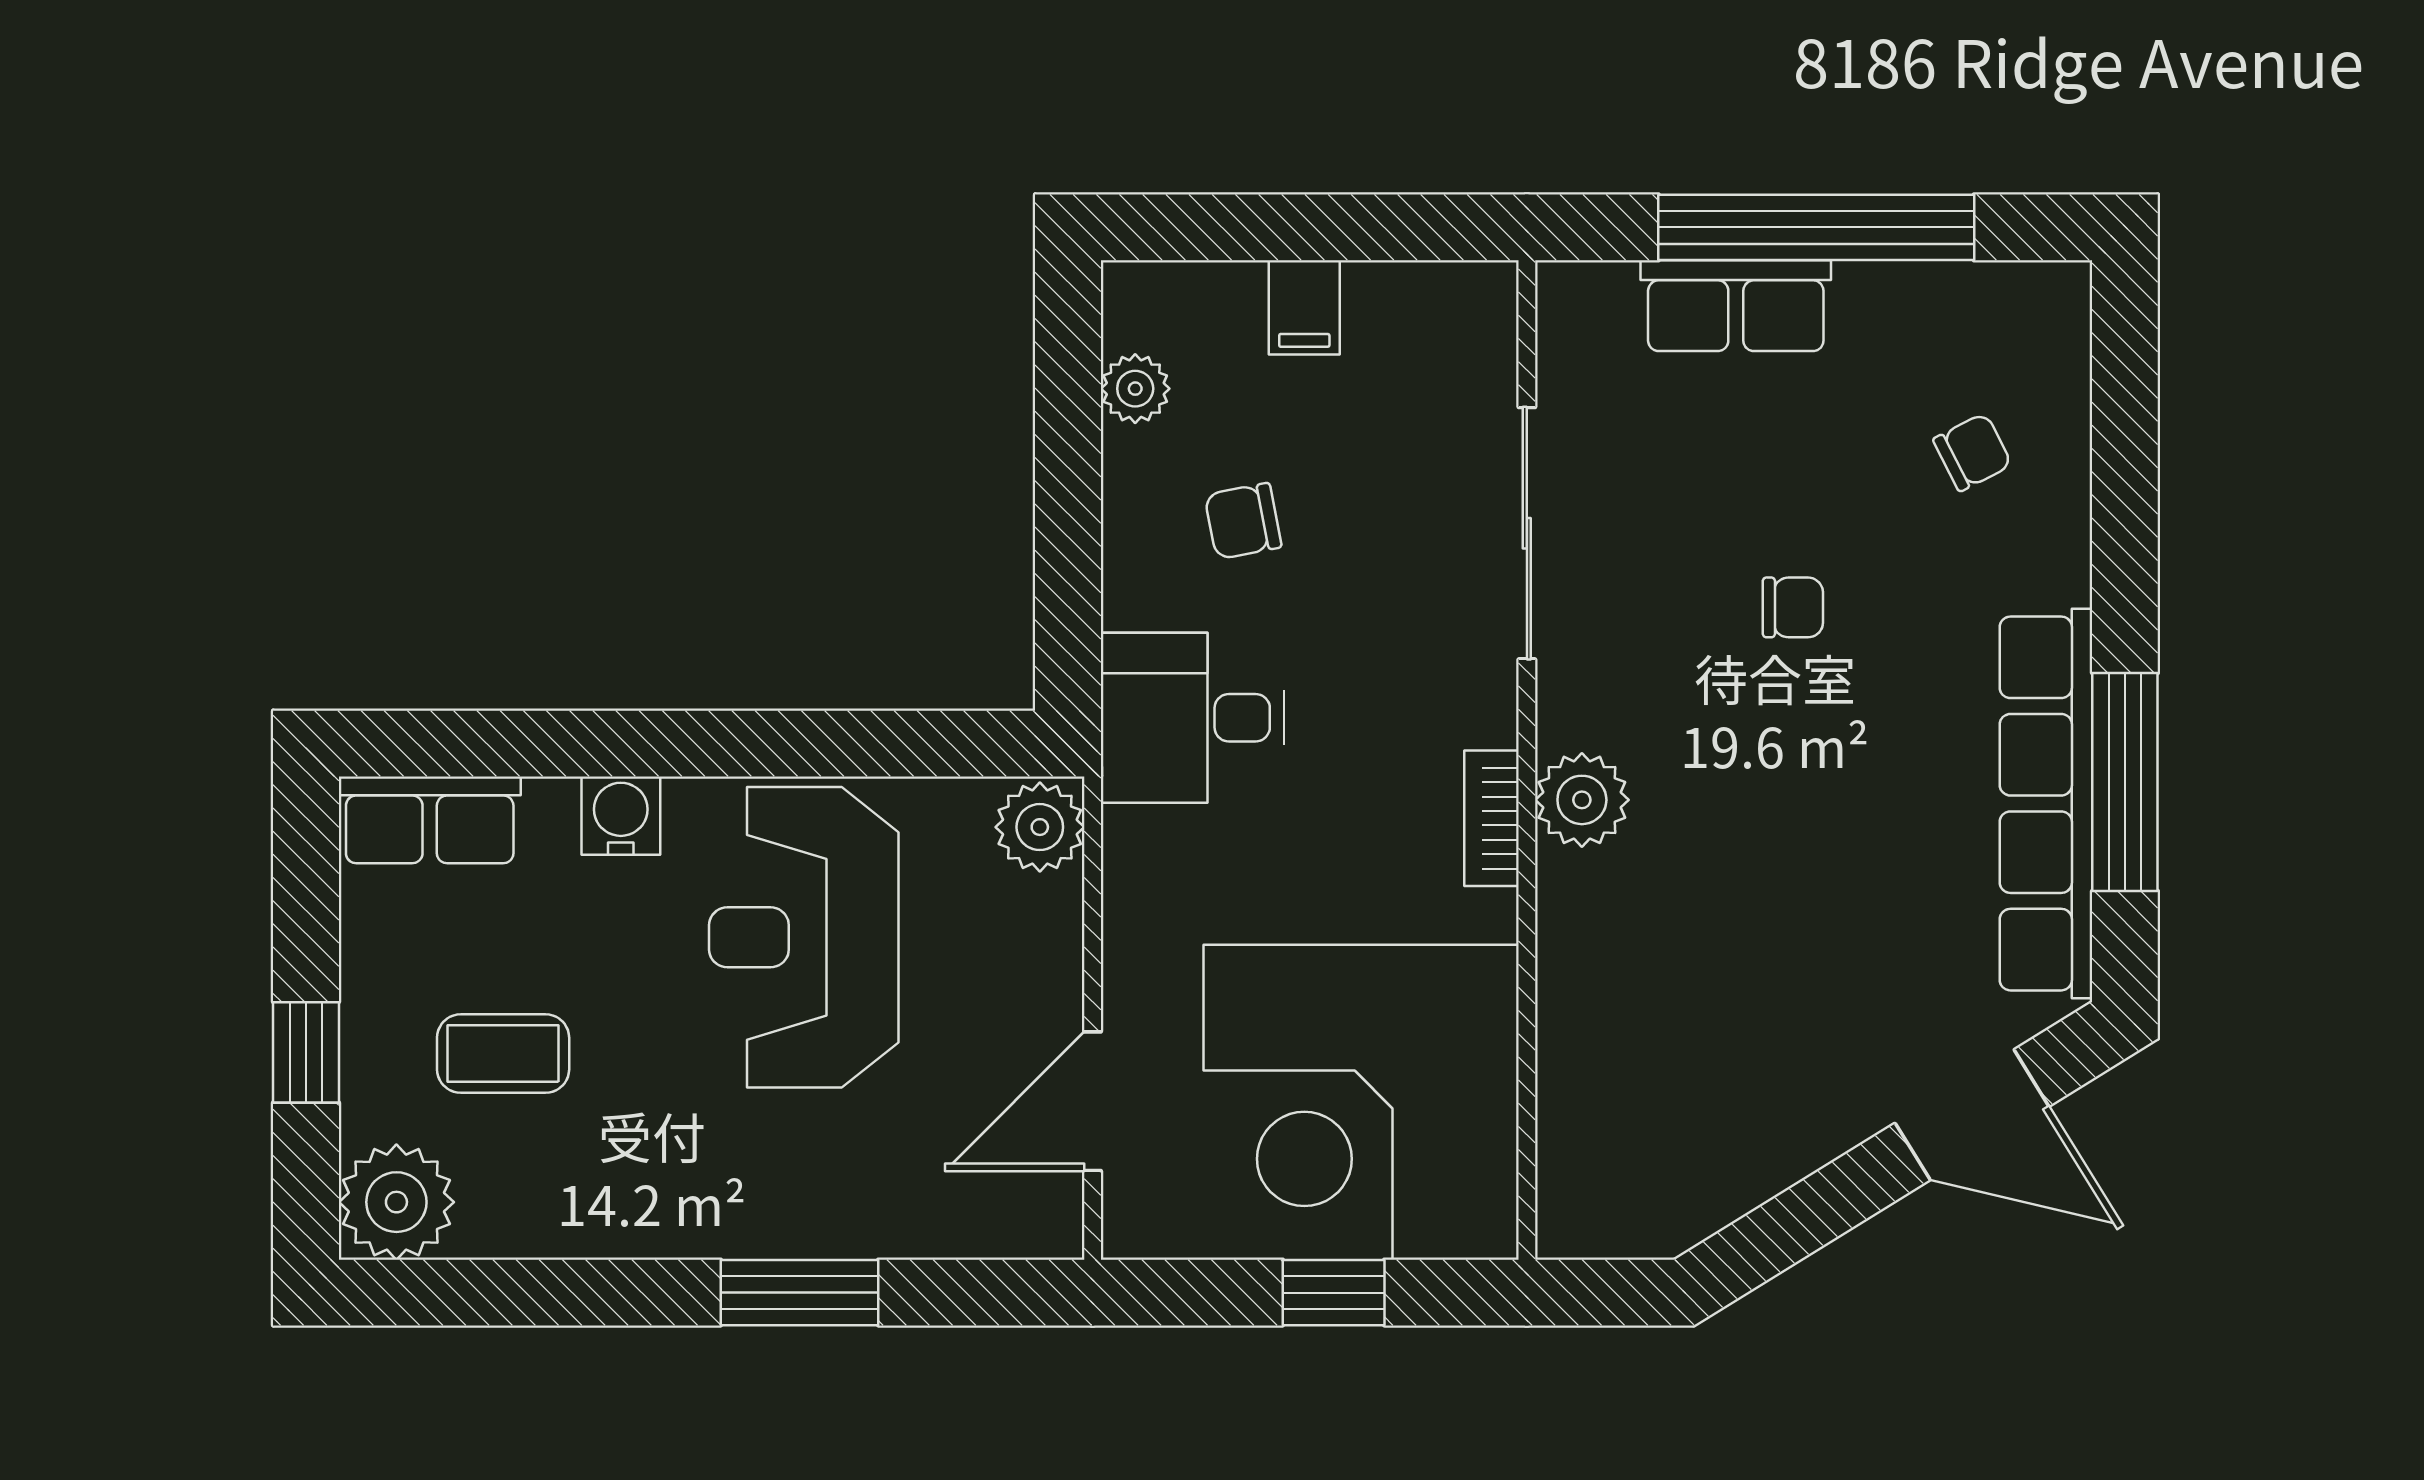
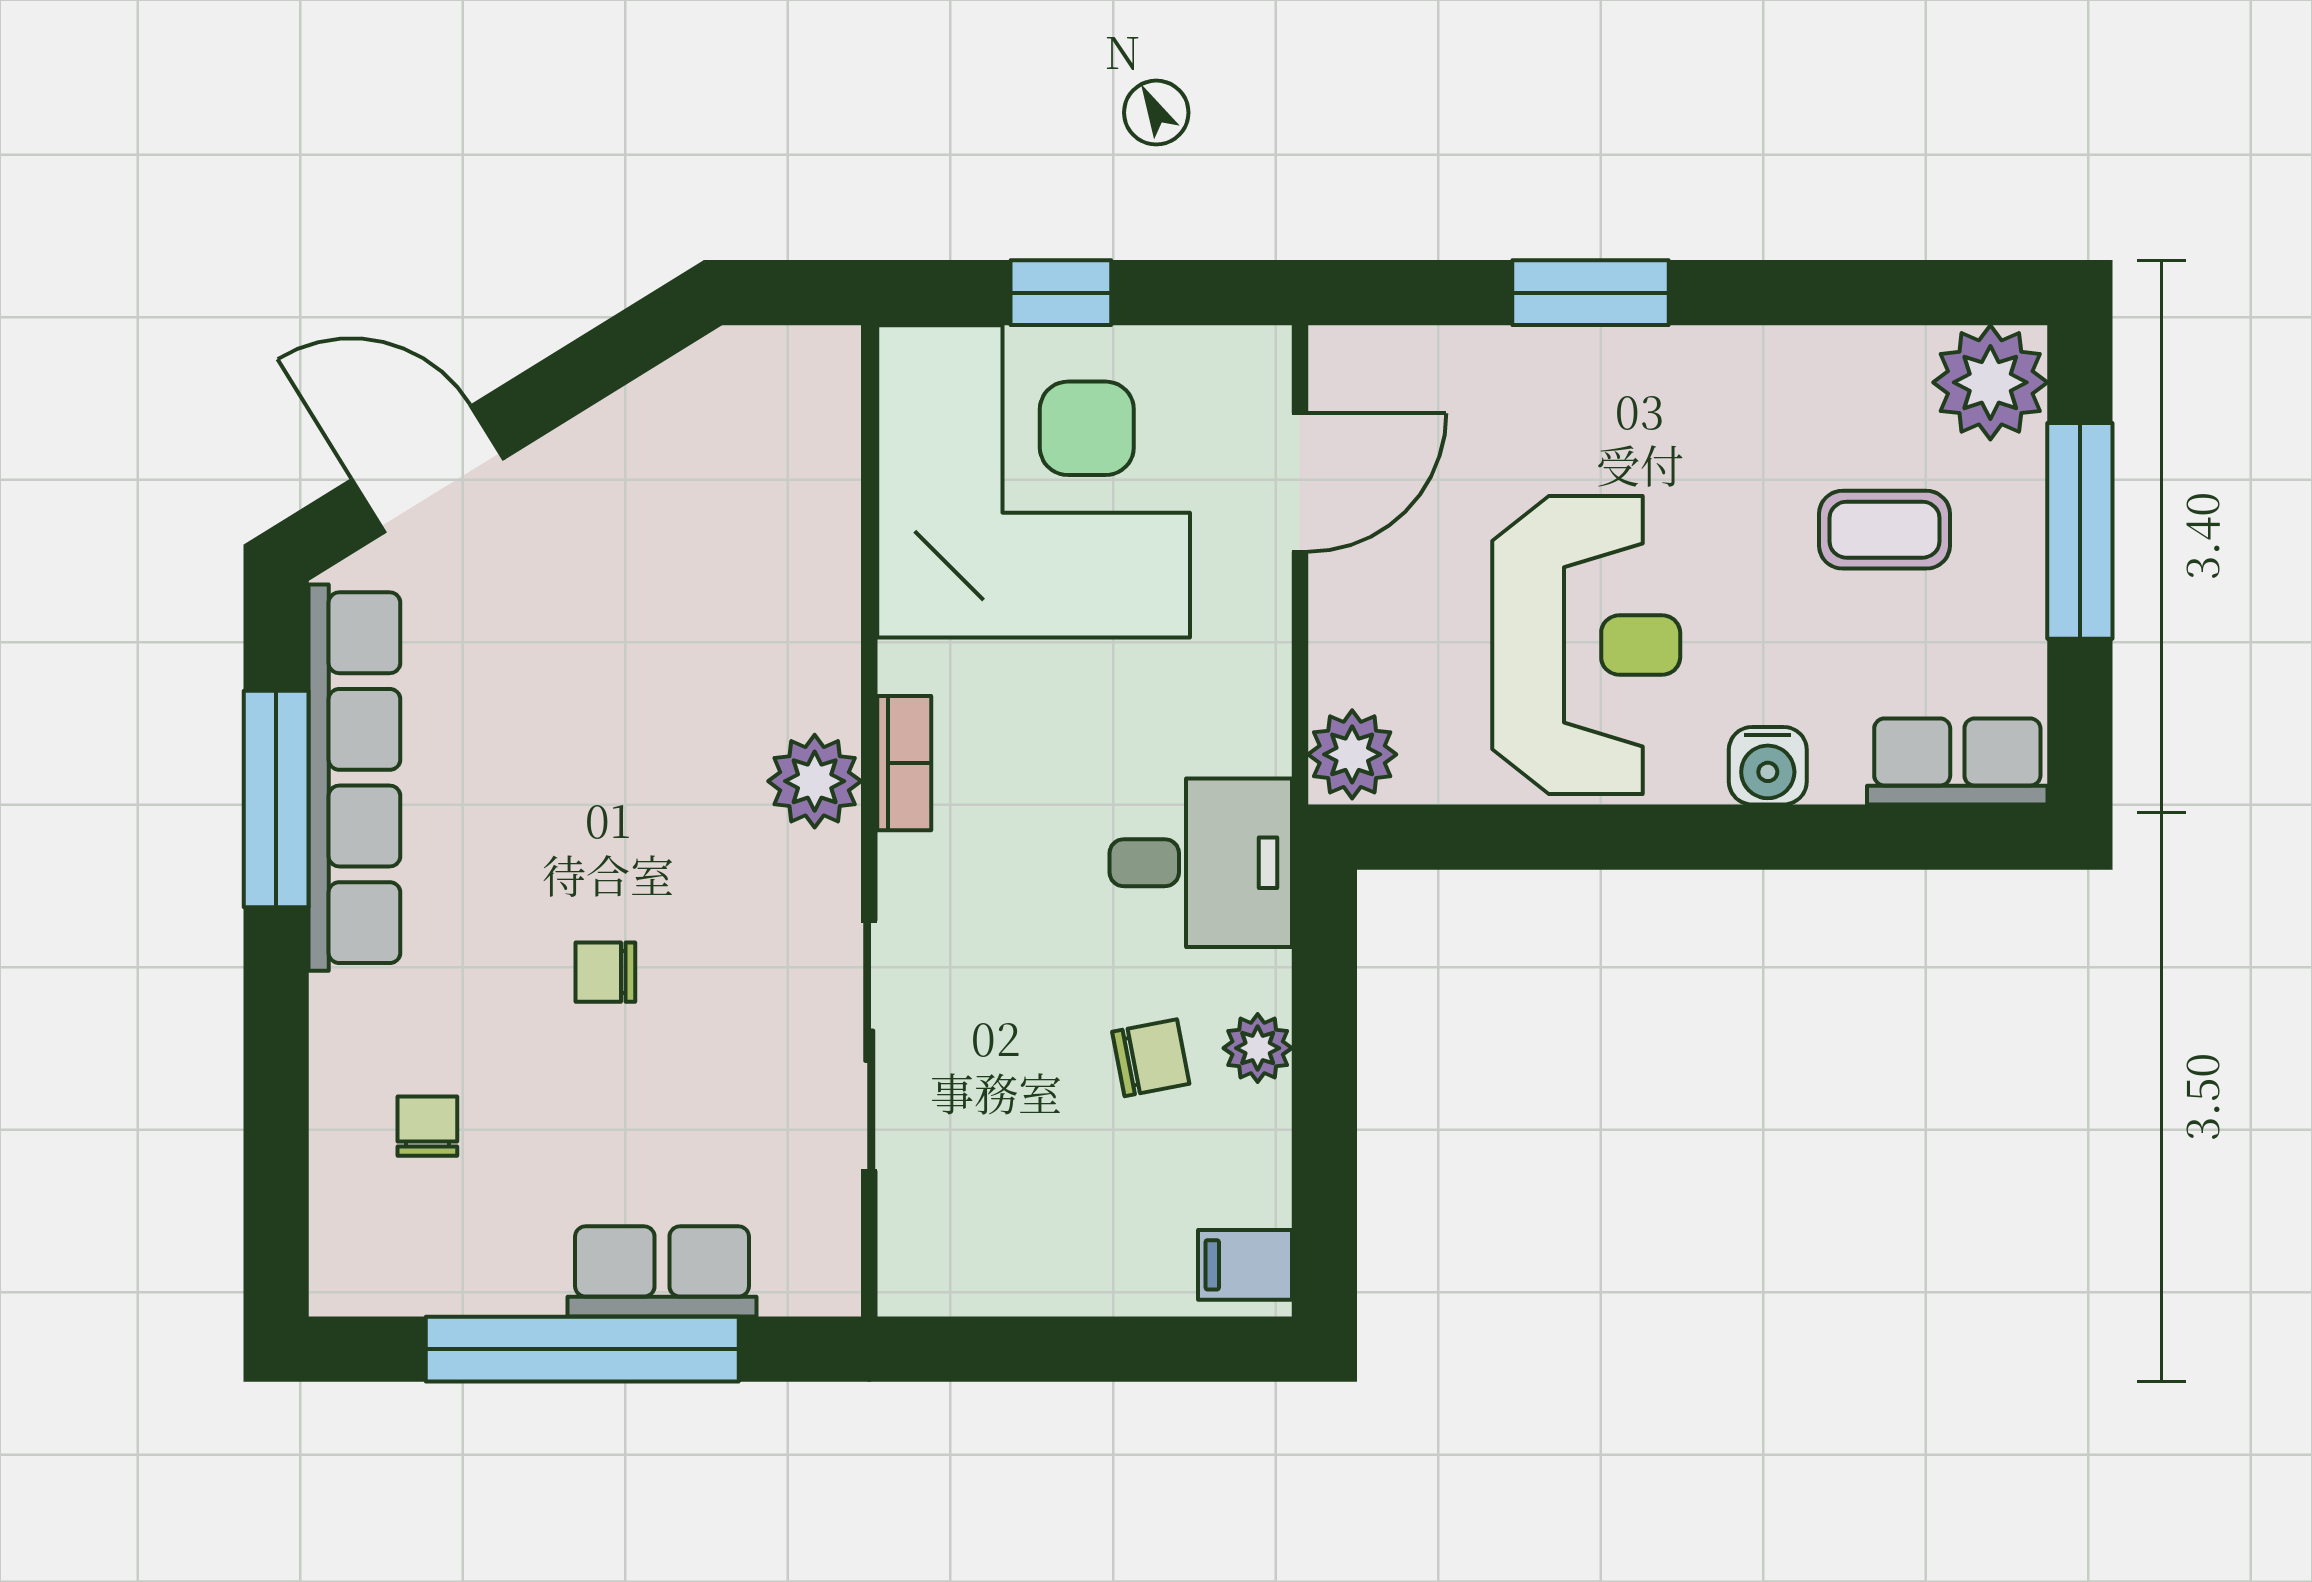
filing cabinet: (1304, 307) -> (1245, 1265), moved, turned -90
plant: (1135, 389) -> (1258, 1048), moved
chair: (1972, 452) -> (427, 1126), turned 117
window: (306, 1052) -> (2080, 531), width x2.17

